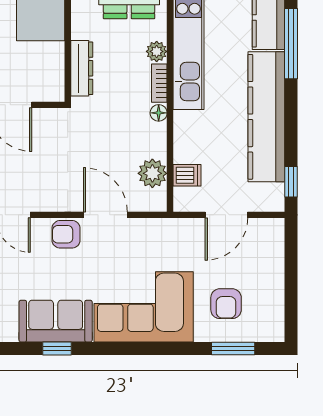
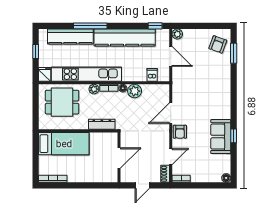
plant: (152, 173) -> (135, 91), moved
plant: (274, 229) -> (177, 34), added
armchair: (226, 304) -> (218, 44), moved, turned 110
corner sofa: (144, 307) -> (214, 95), removed

